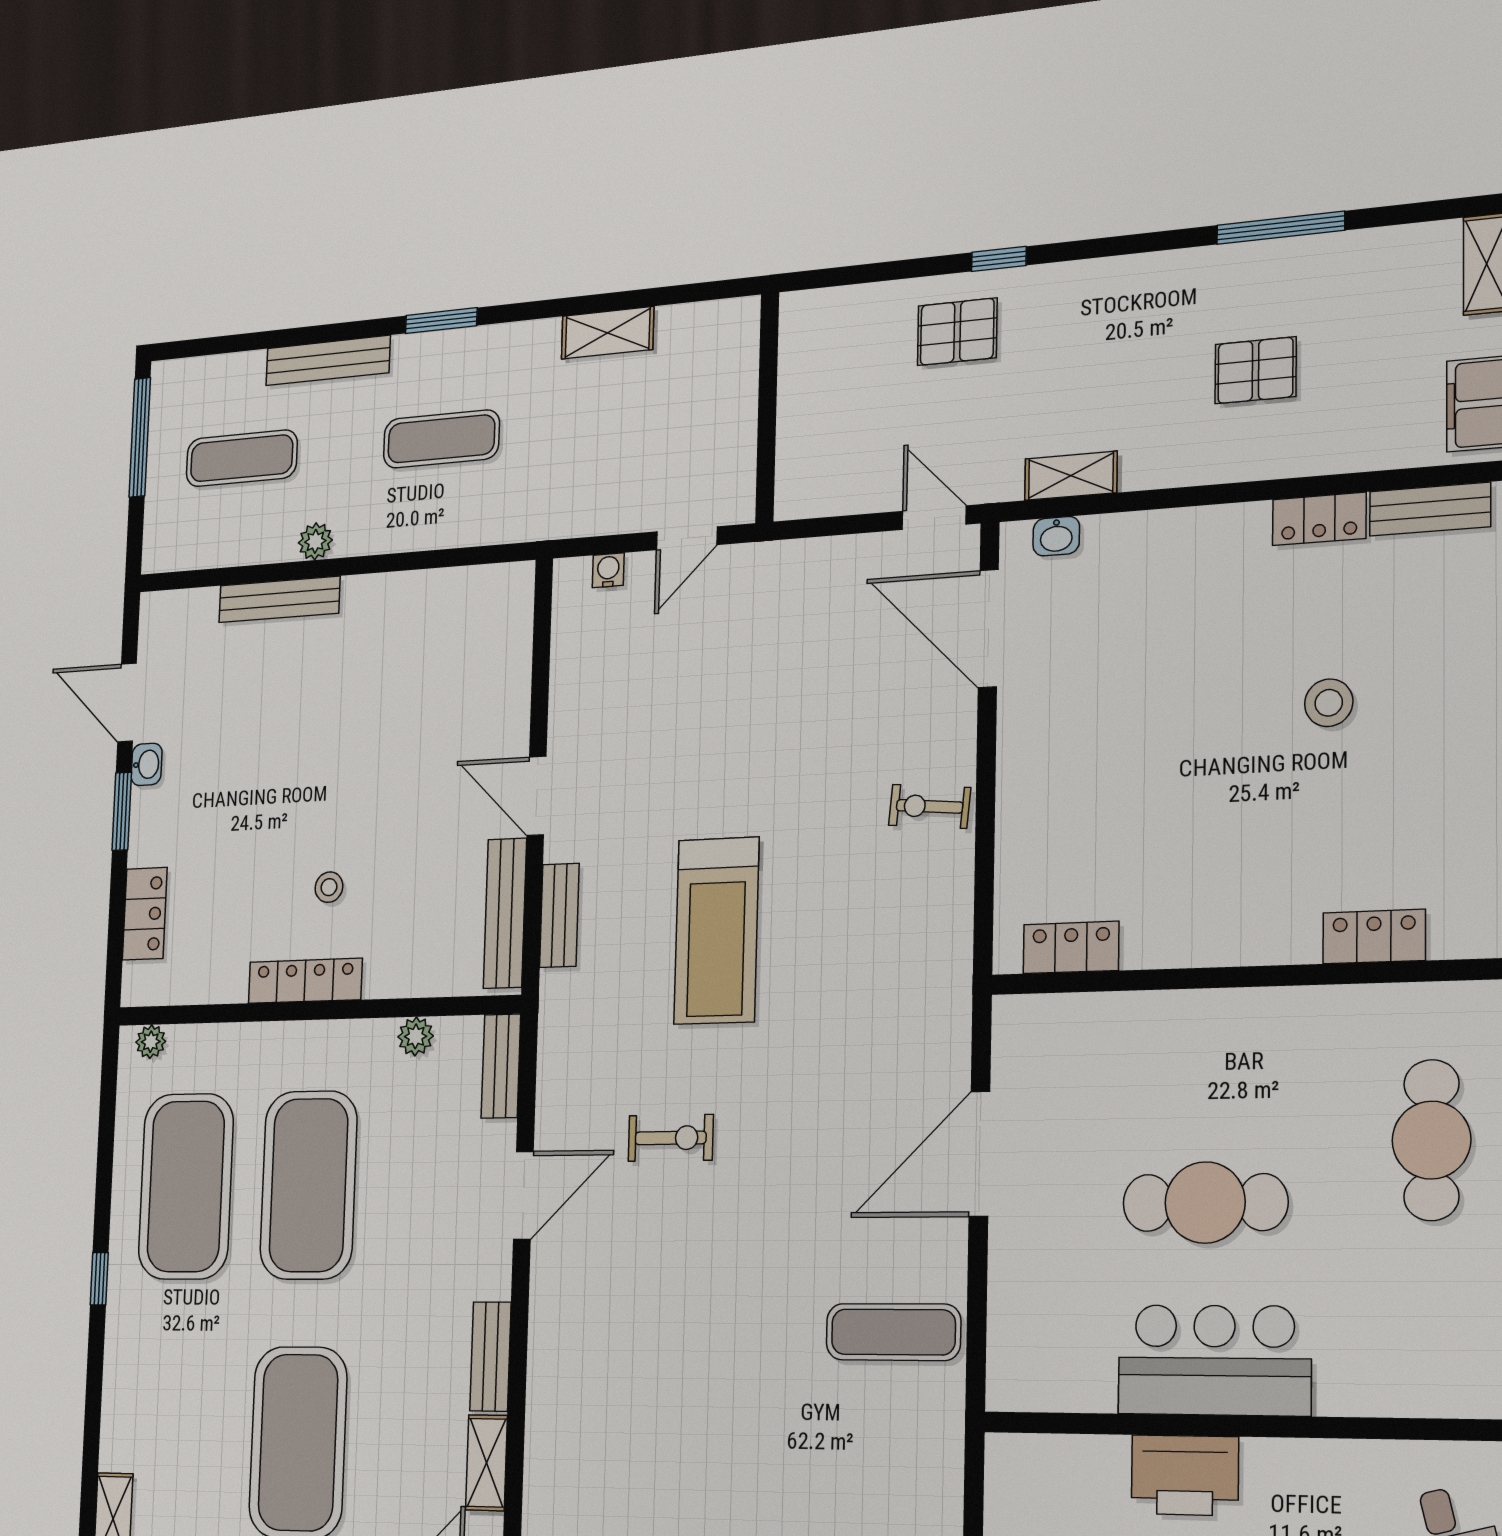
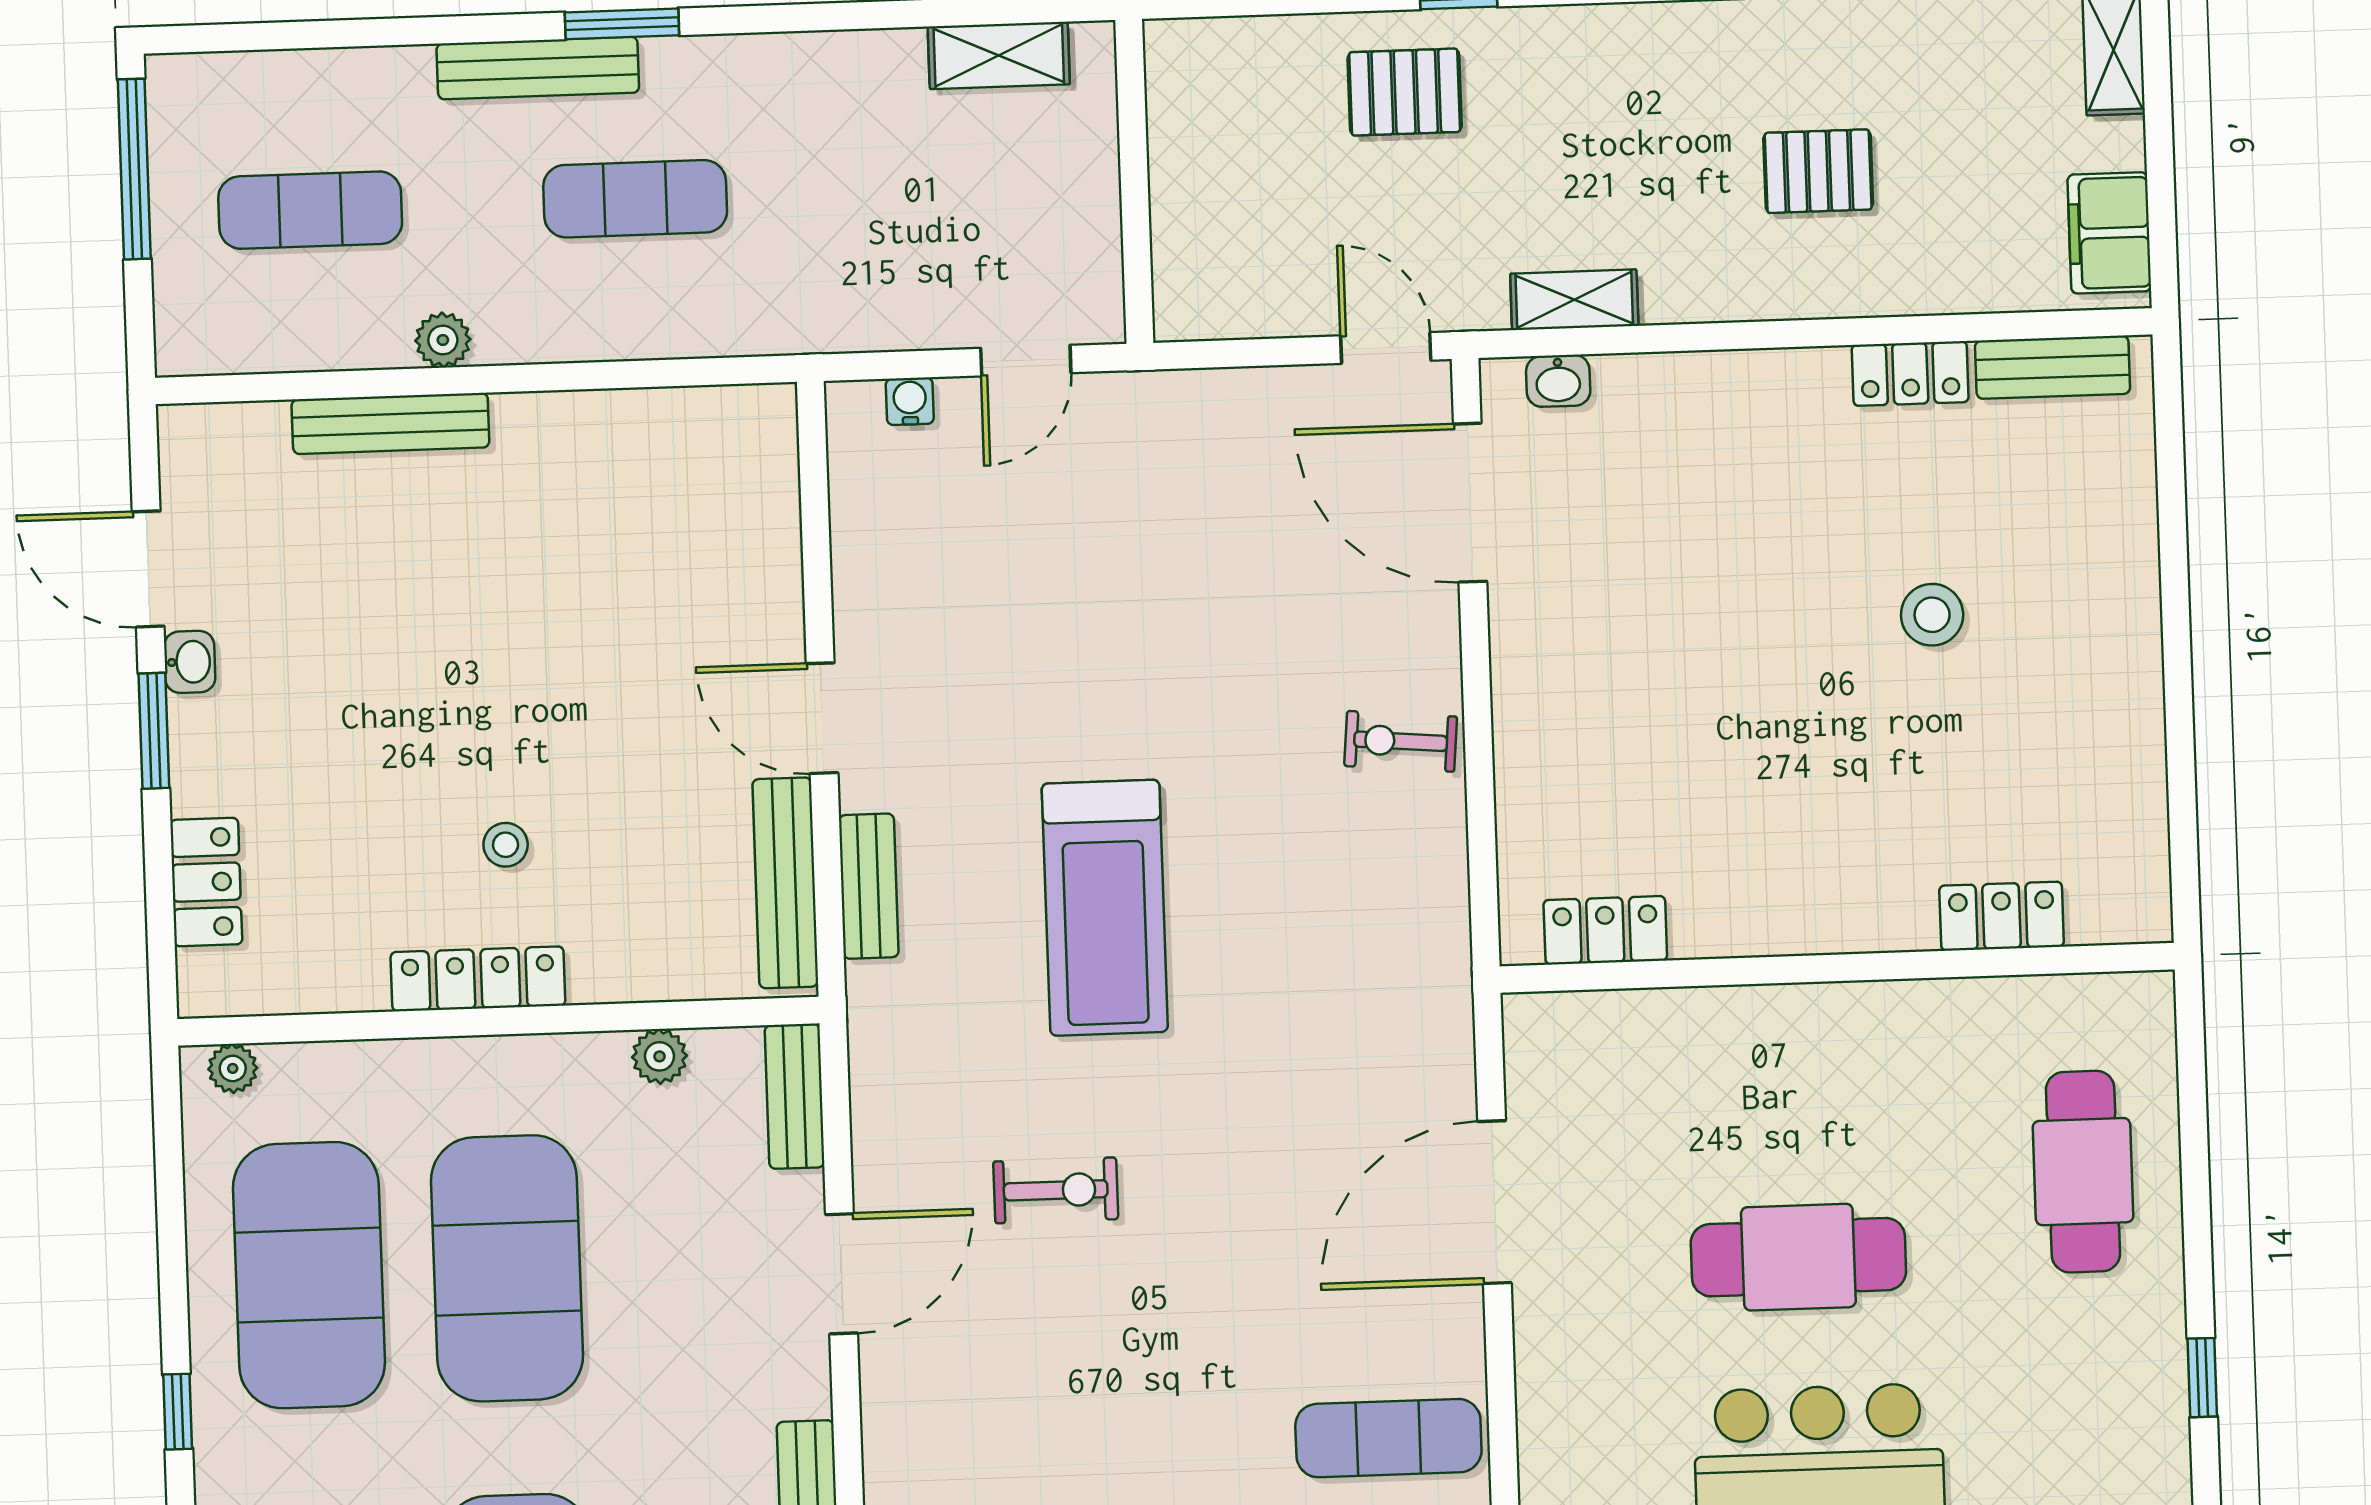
shelving: (608, 333) -> (999, 55), moved
bench: (328, 360) -> (538, 68), moved

